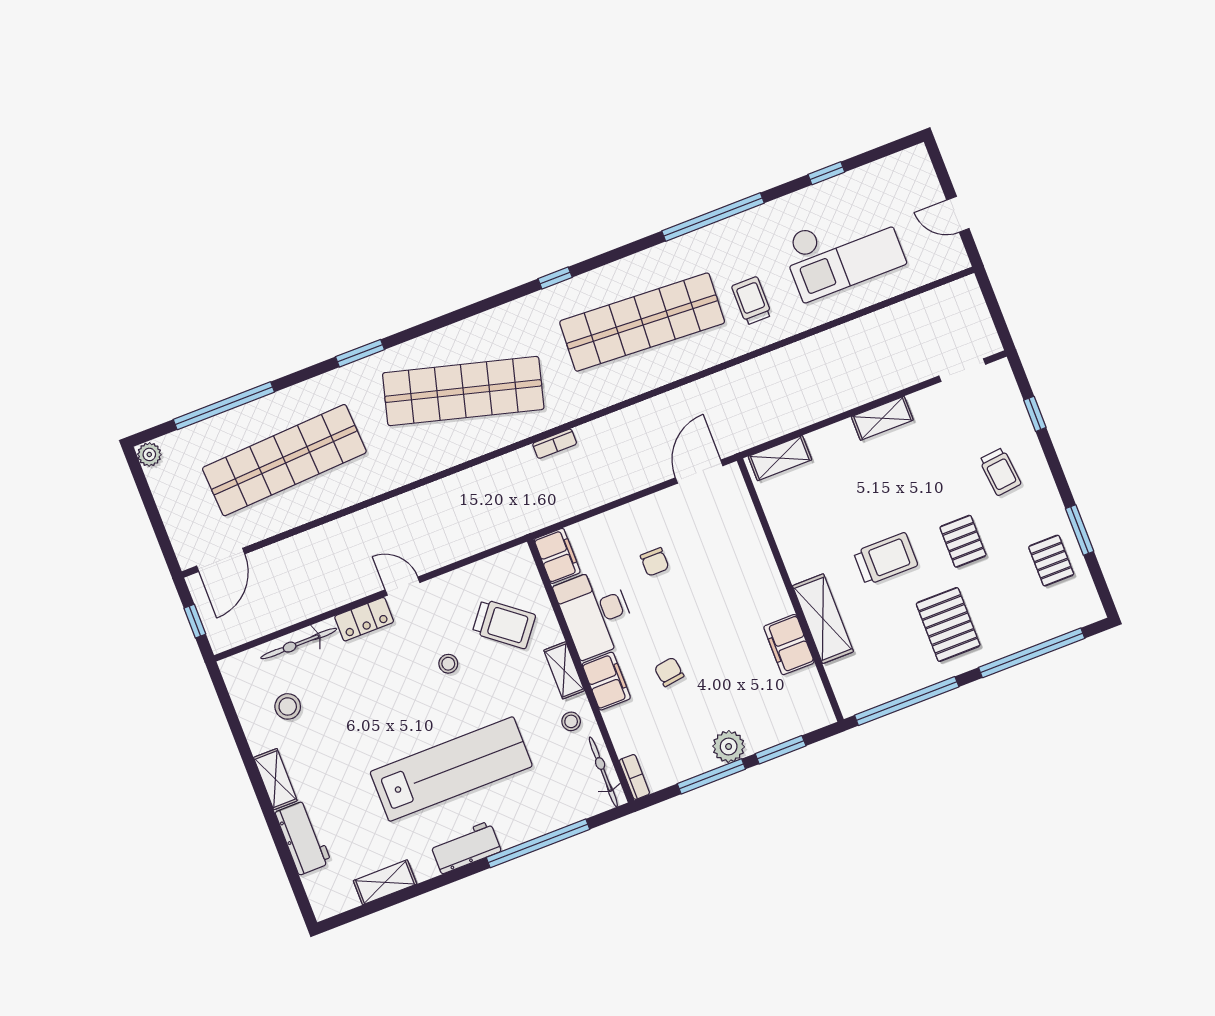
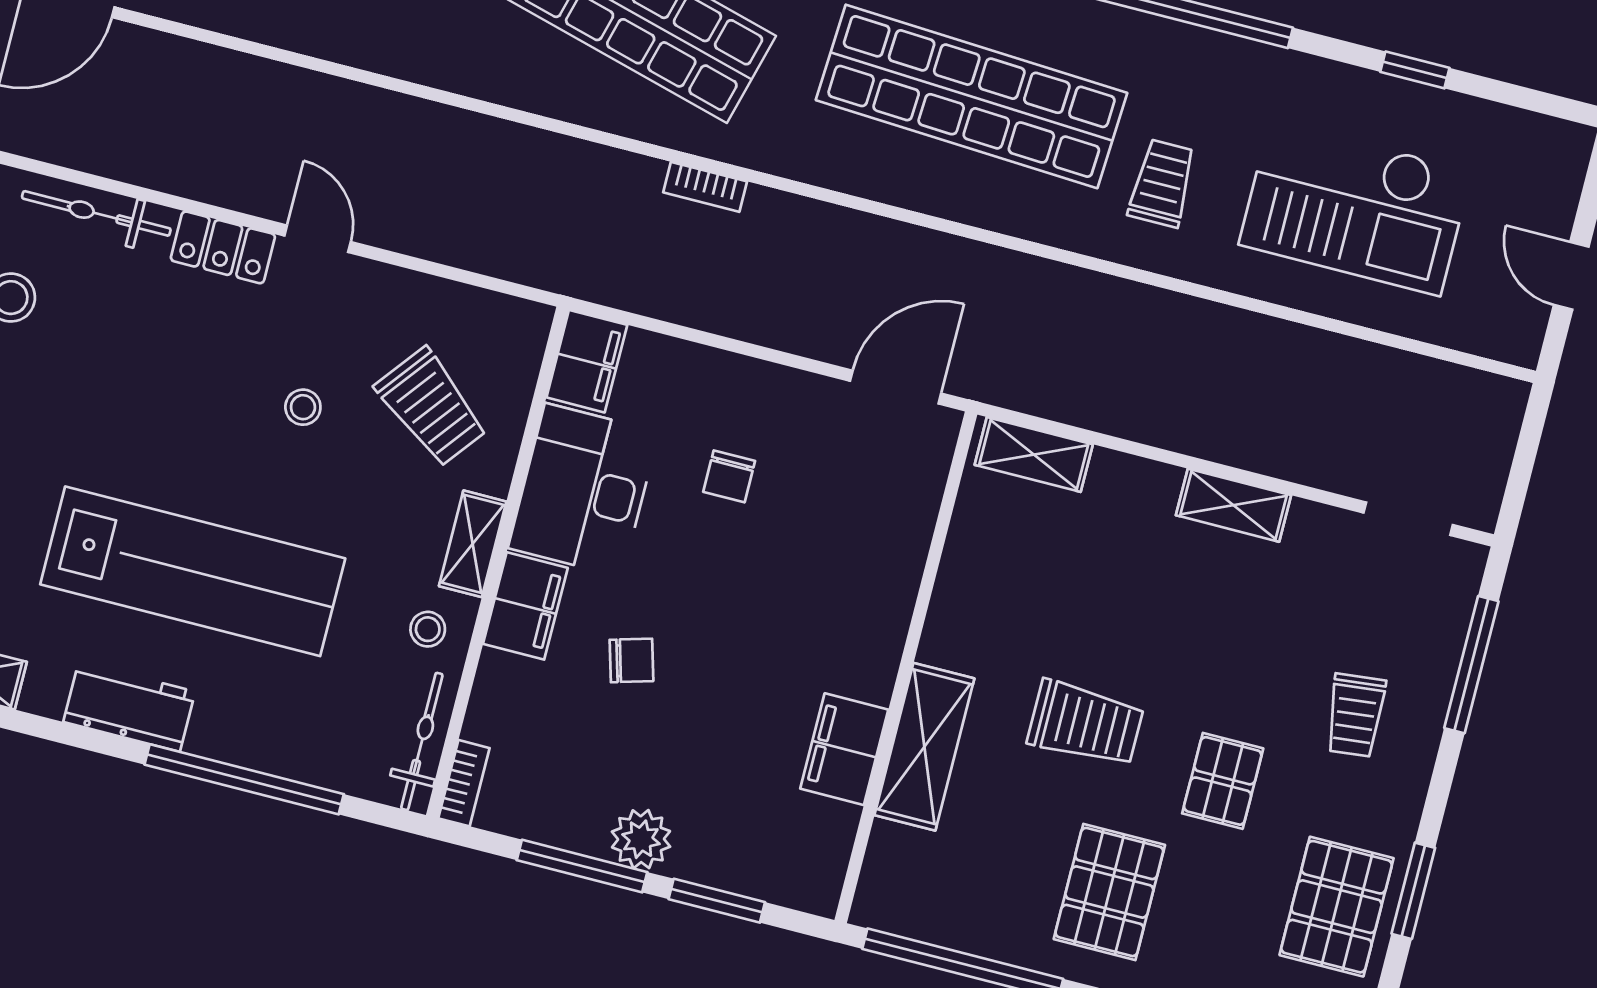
window: (1035, 414) -> (1471, 665), width x2.17
pallet: (1051, 561) -> (1337, 907), width x1.50, depth x1.42
chair: (669, 672) -> (631, 660), turned 82

